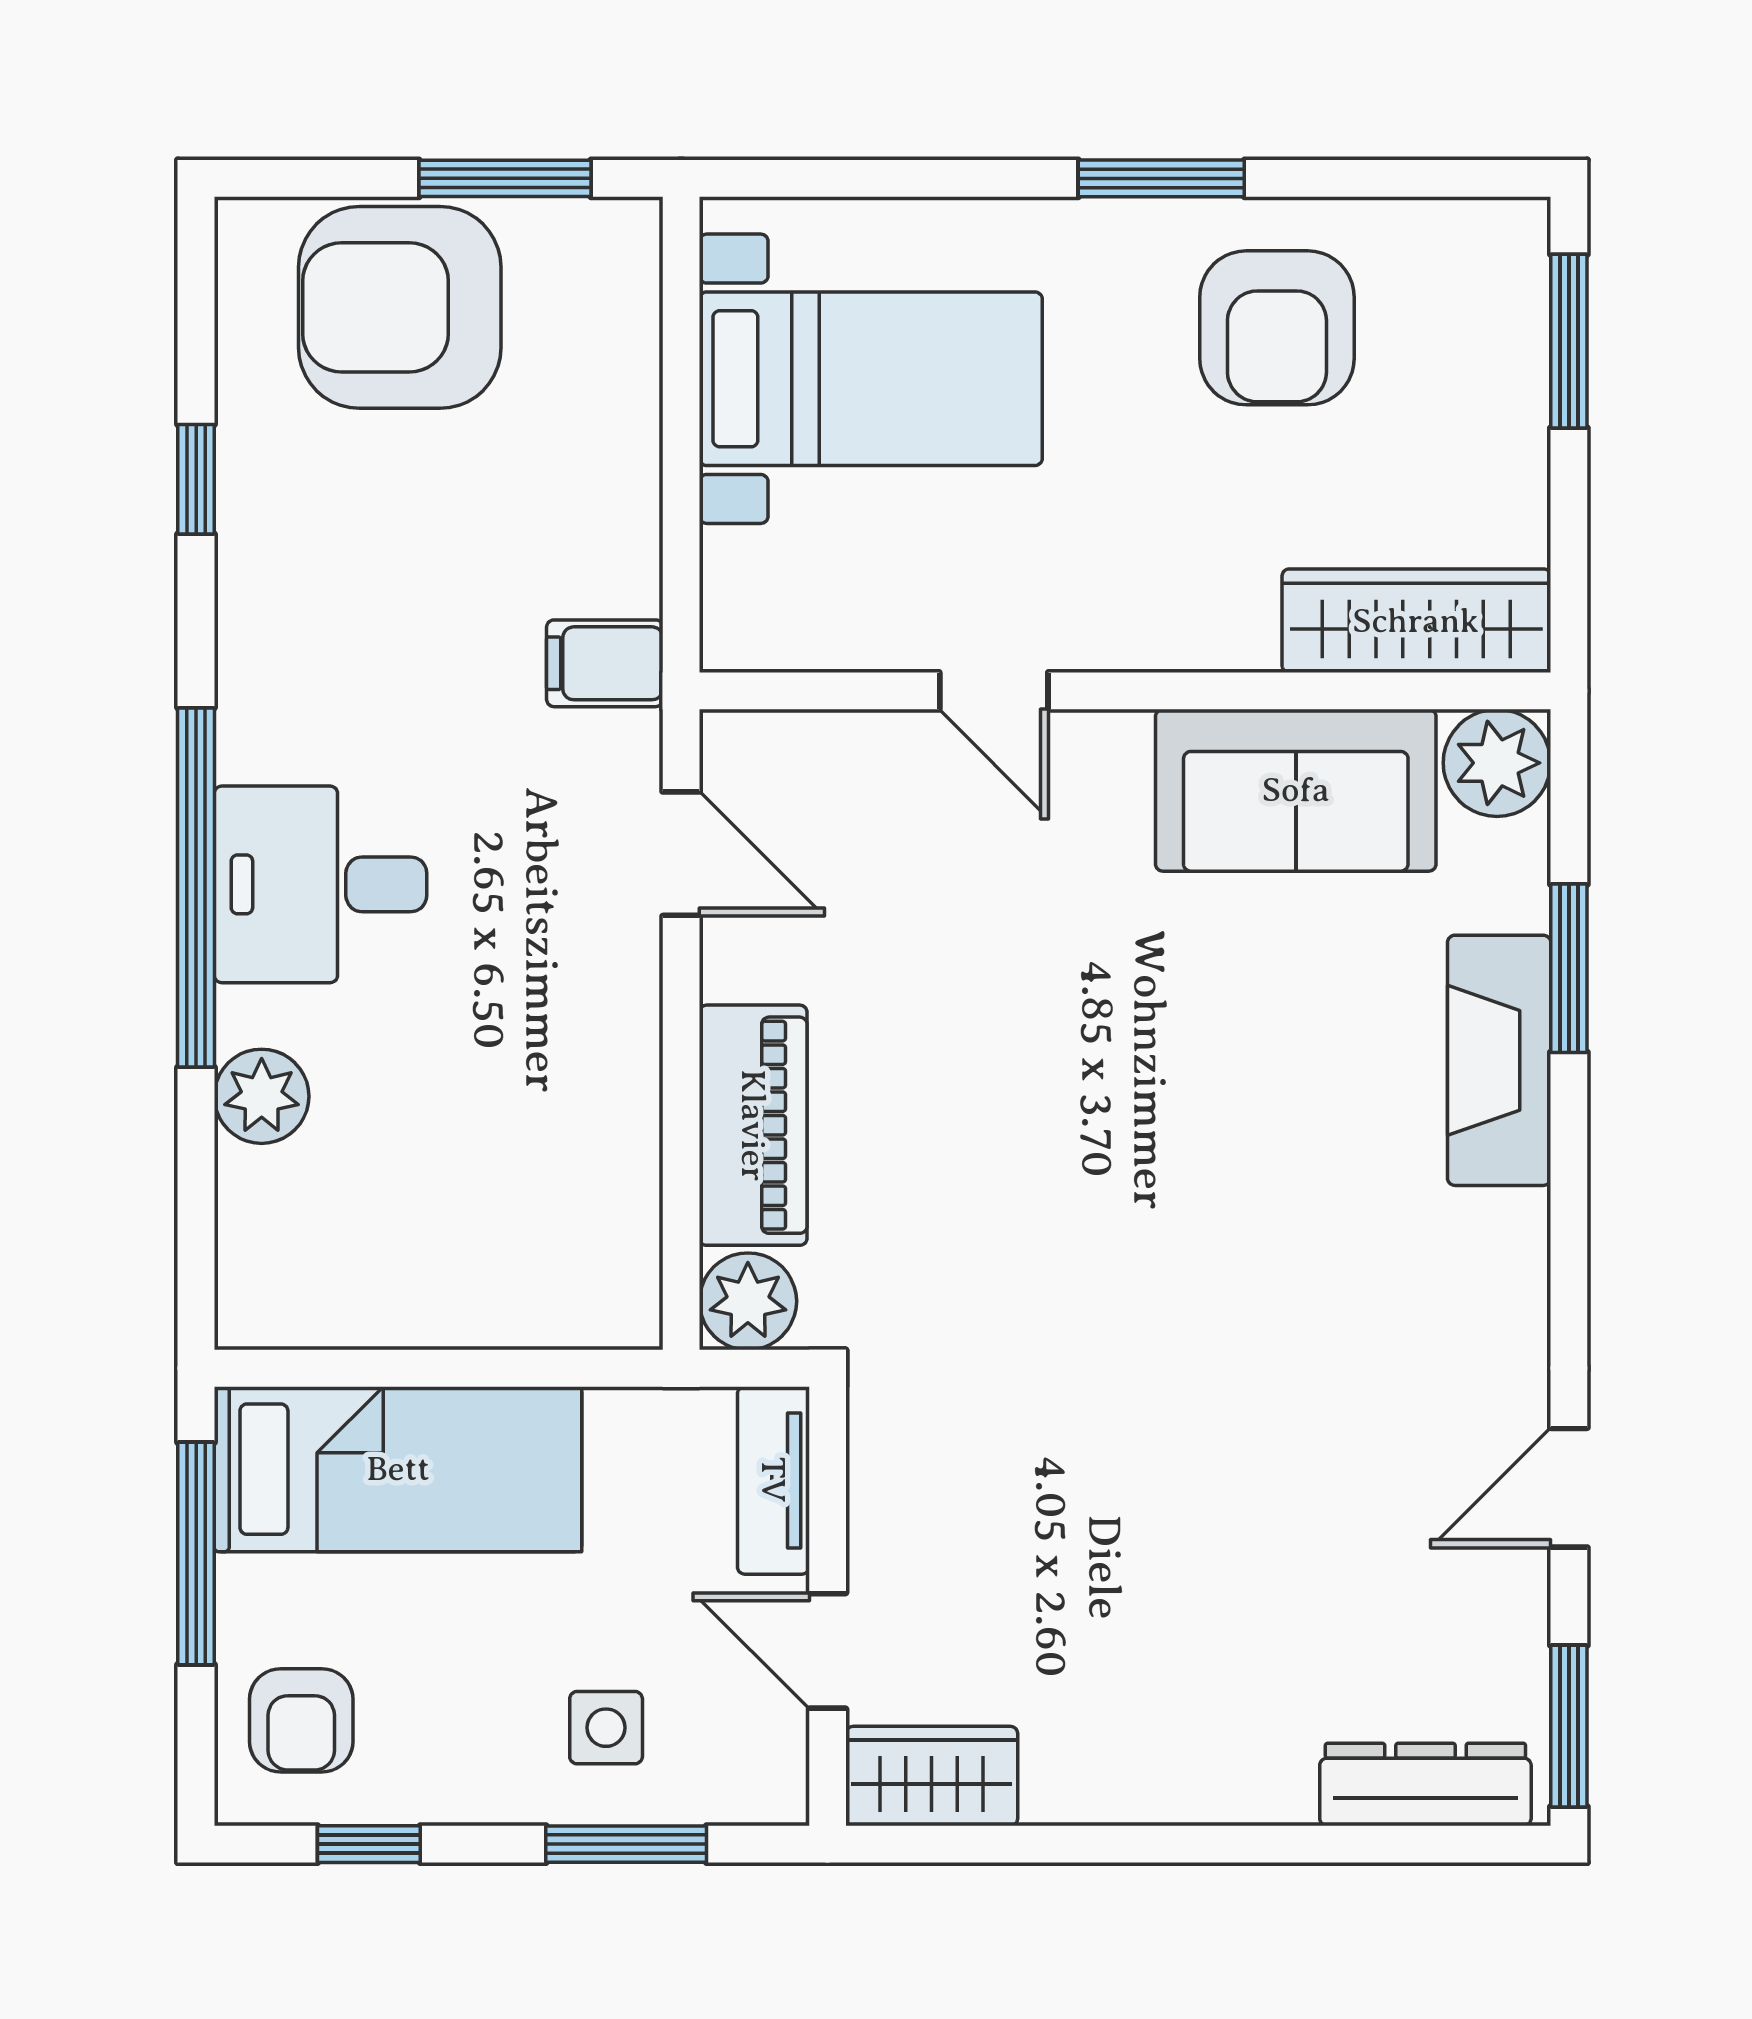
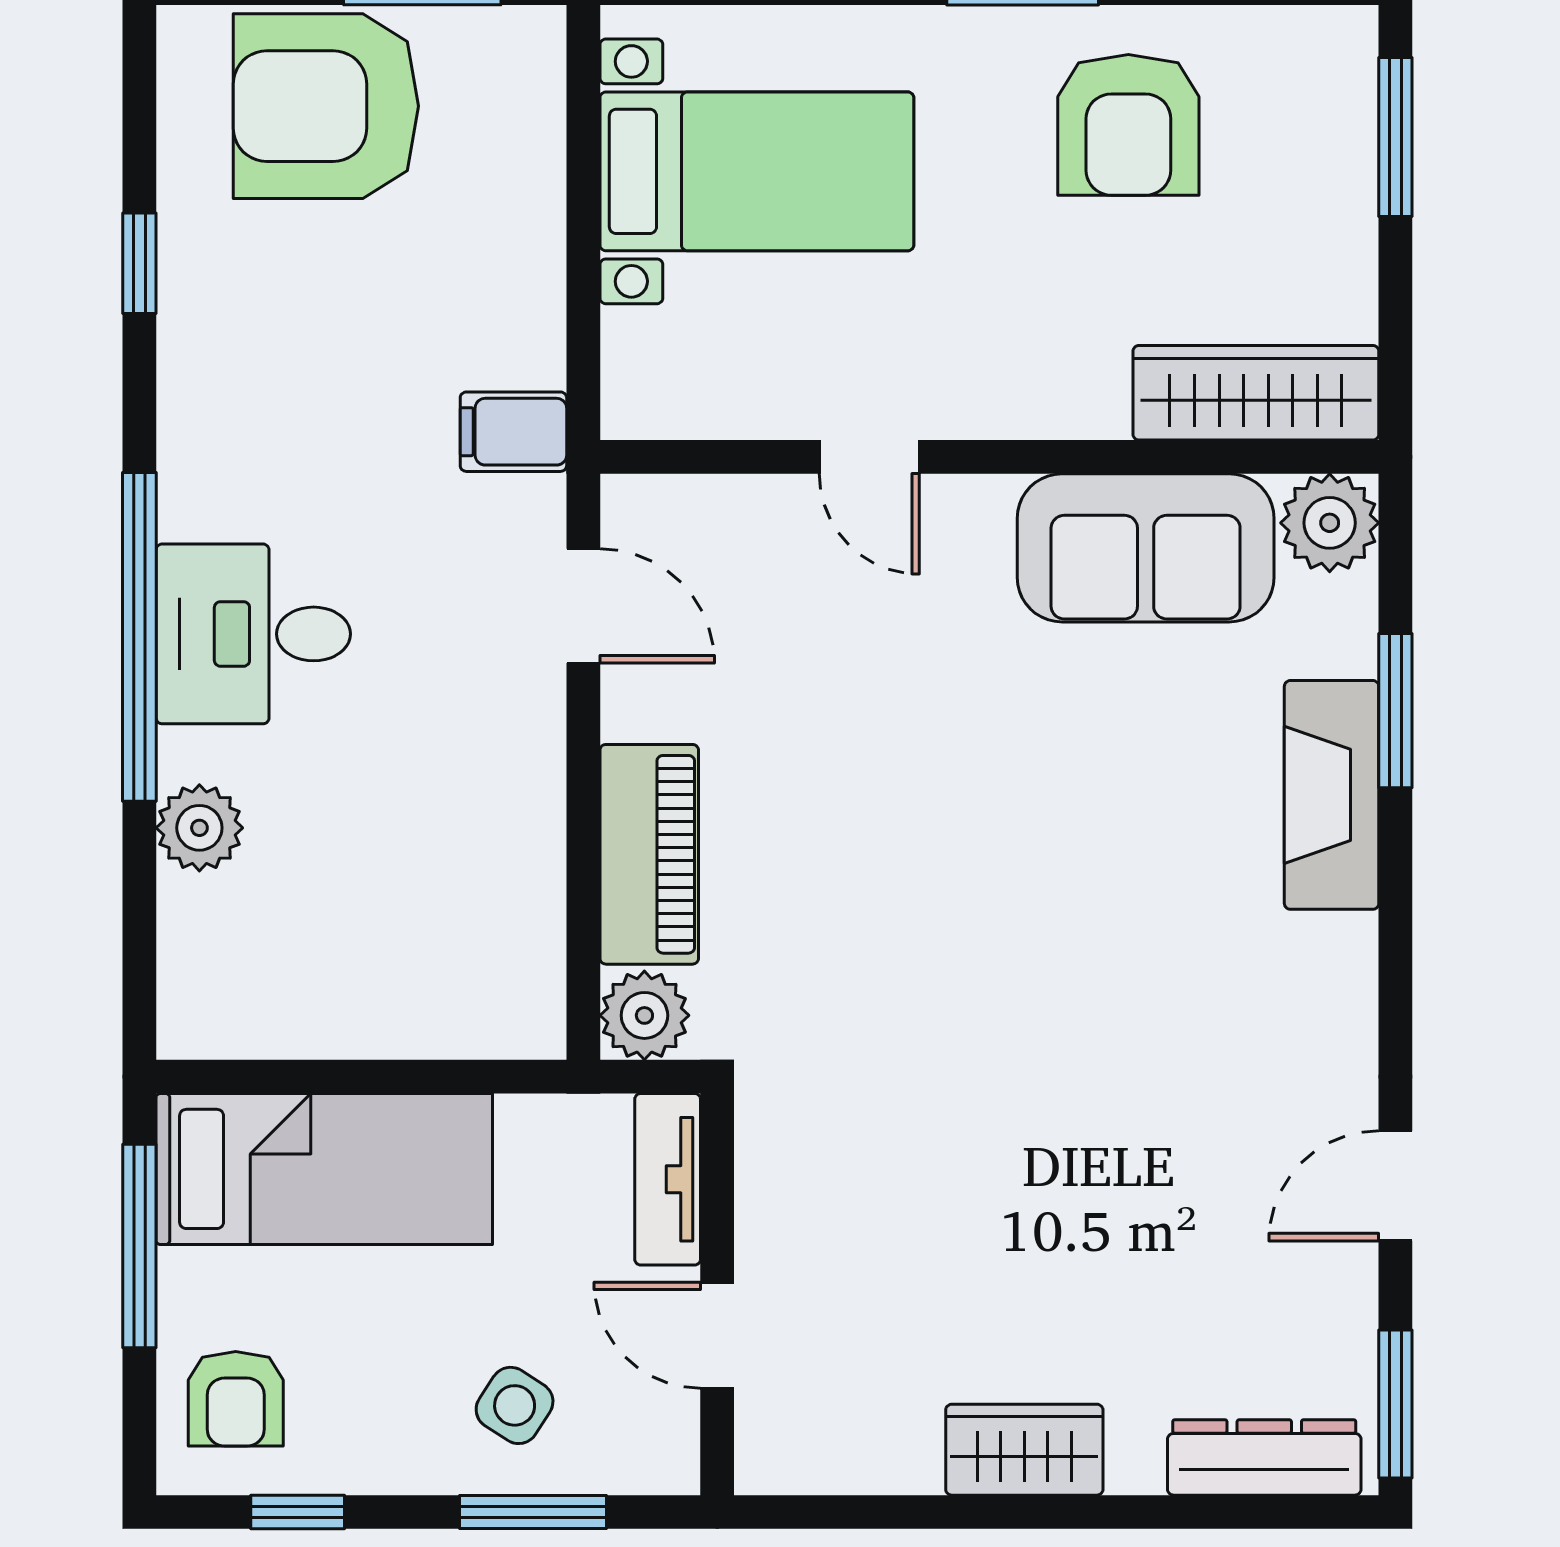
side table: (606, 1728) -> (515, 1405), turned 33
wardrobe: (932, 1776) -> (1024, 1450), moved

